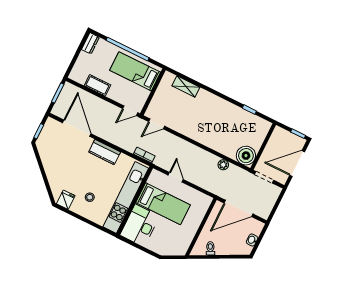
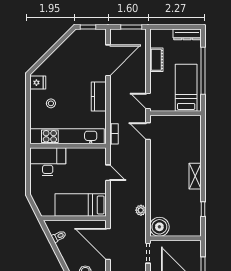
dresser: (90, 43) -> (187, 34), width x1.44
shelving: (186, 87) -> (195, 176), moved
door: (176, 177) -> (108, 173), hinge flipped
bed: (163, 204) -> (81, 205), moved, turned 90

